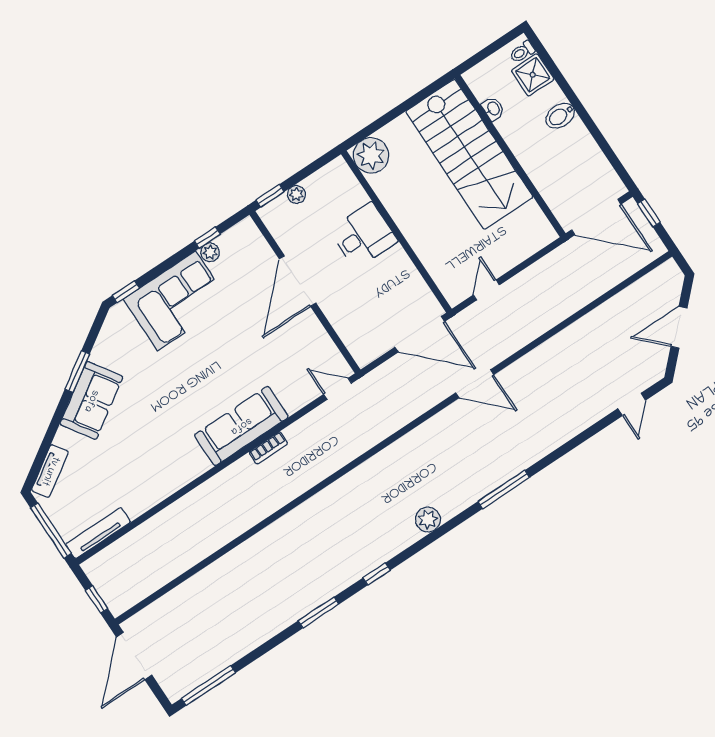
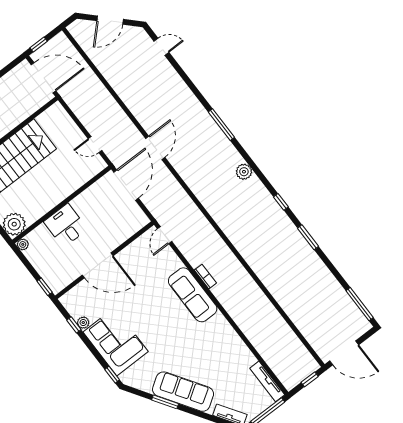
plant: (296, 194) -> (23, 244), moved
door: (596, 217) -> (43, 78), hinge flipped
door: (679, 327) -> (110, 20), hinge flipped
sofa: (91, 401) -> (183, 392), width x1.36

